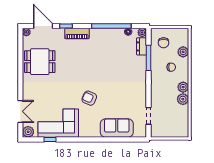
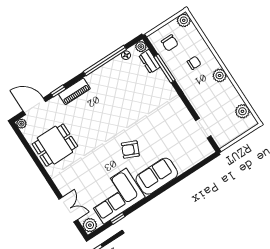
plant: (183, 52) -> (184, 20), moved
plant: (183, 99) -> (242, 111), moved
sofa: (117, 128) -> (157, 176), moved

